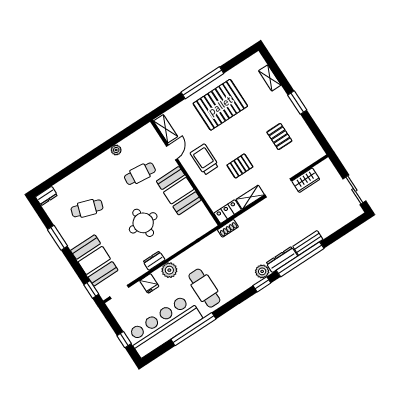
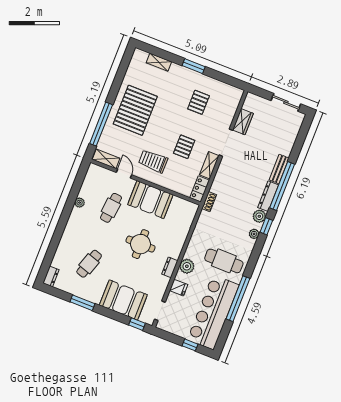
window: (202, 83) -> (101, 124), moved
pallet: (279, 137) -> (198, 102), turned 90
plant: (247, 283) -> (254, 234), added

